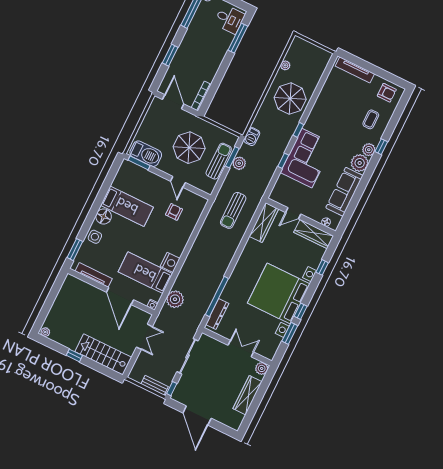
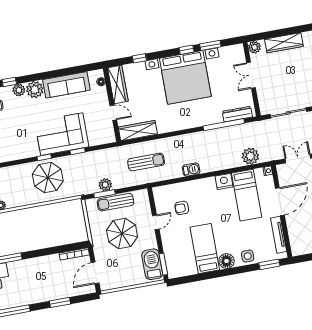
parasol: (290, 99) -> (48, 177), moved
barbecue: (252, 137) -> (191, 170), moved

